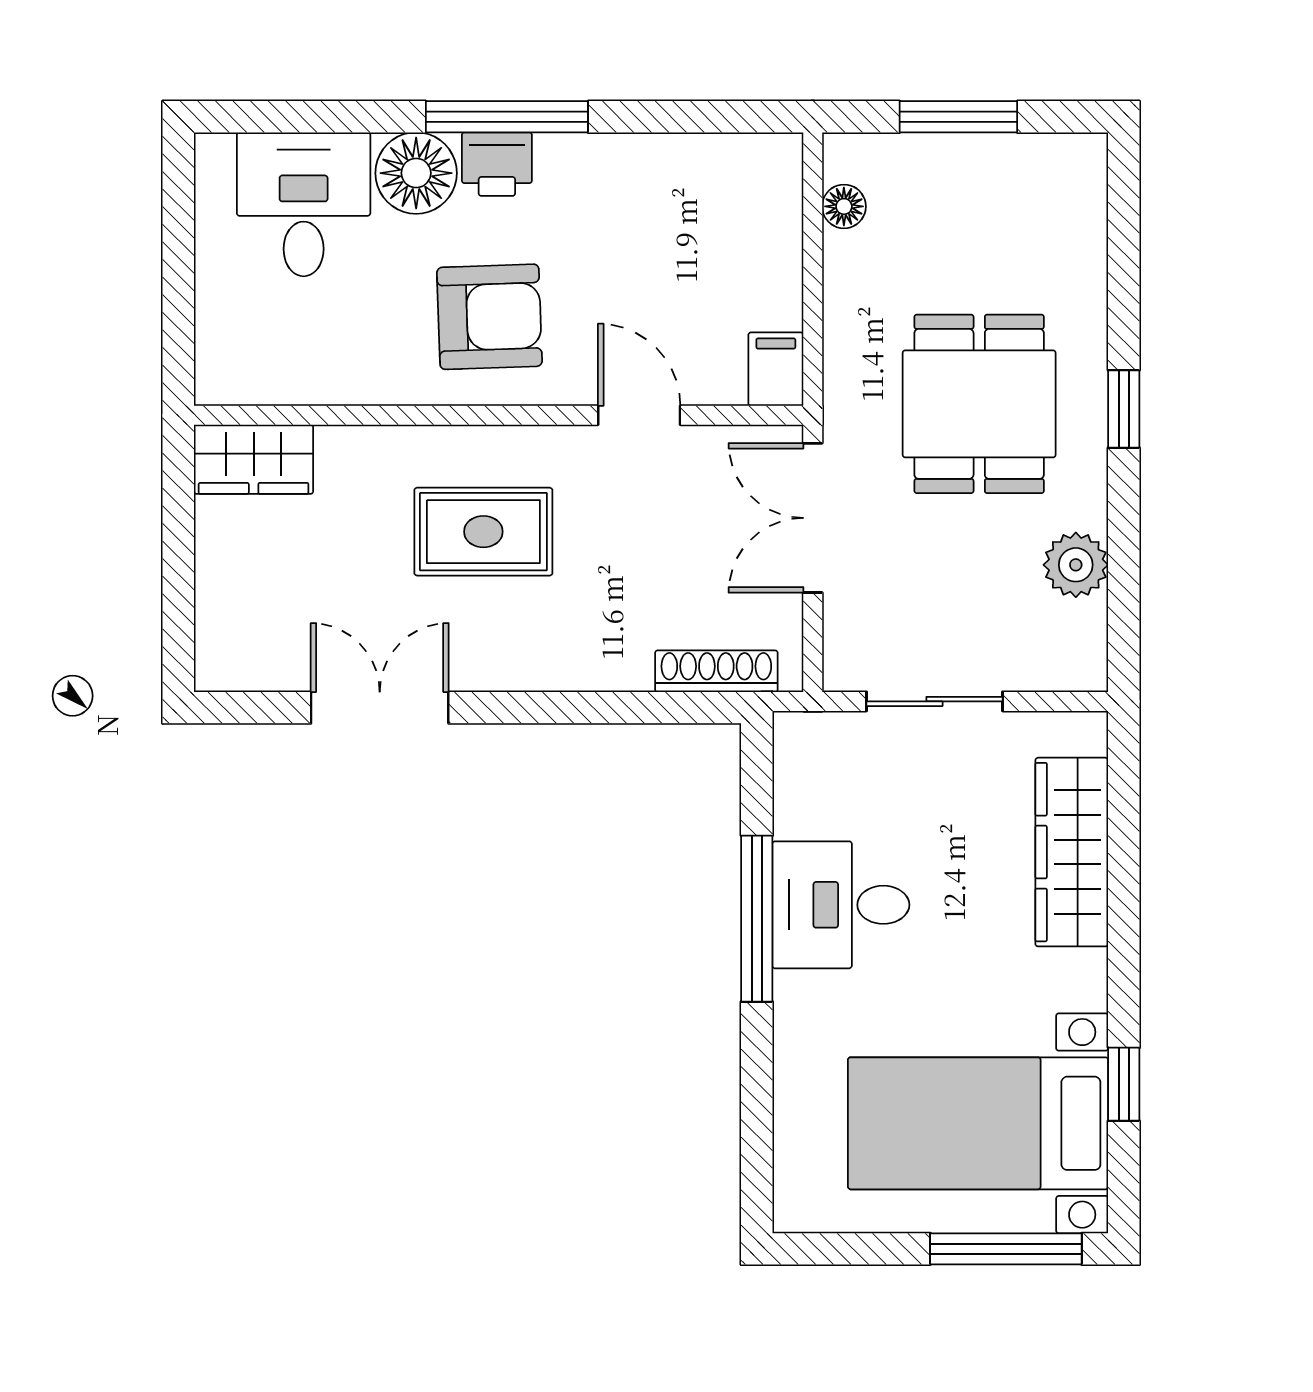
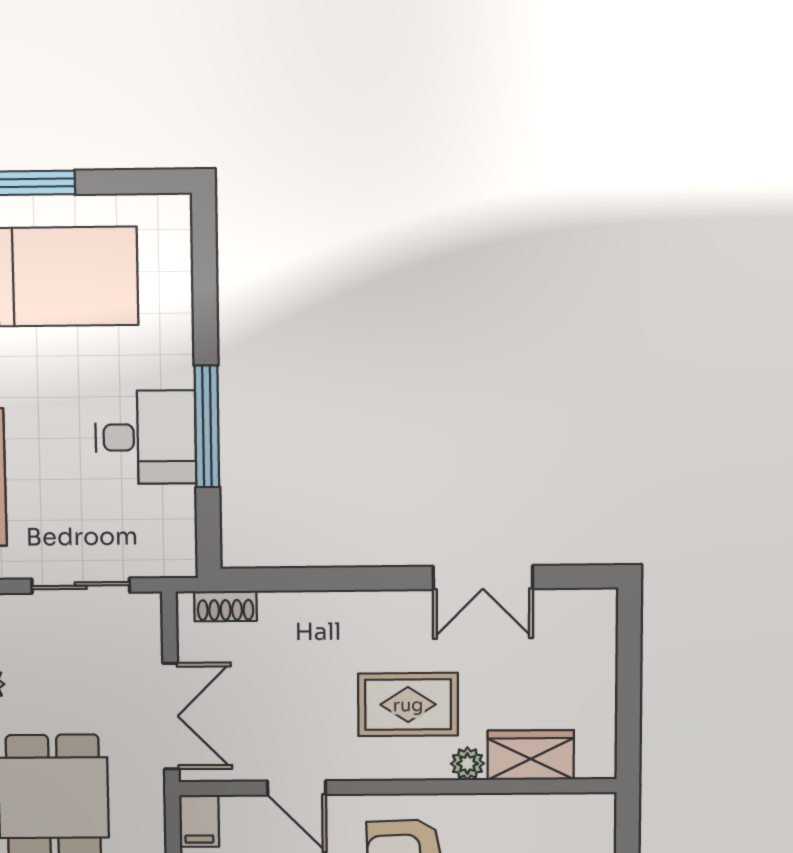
plant: (401, 448) -> (467, 764), added
wardrobe: (254, 459) -> (531, 755), moved
shoe rack: (716, 671) -> (226, 606), width x0.70

